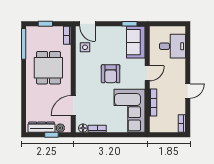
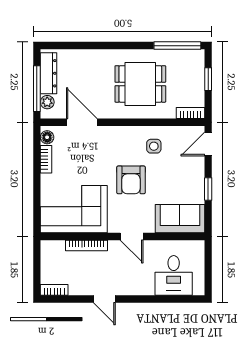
window: (130, 24) -> (208, 189), moved
side table: (85, 47) -> (154, 146), moved
armchair: (111, 74) -> (131, 180), turned -90
window: (52, 135) -> (37, 89), width x2.17

